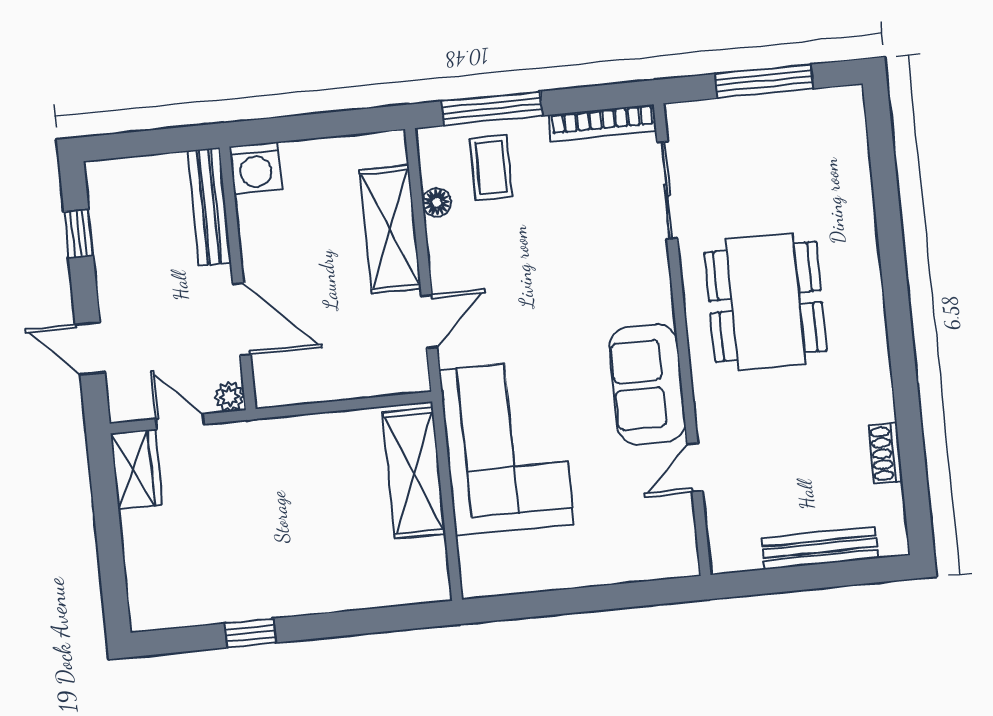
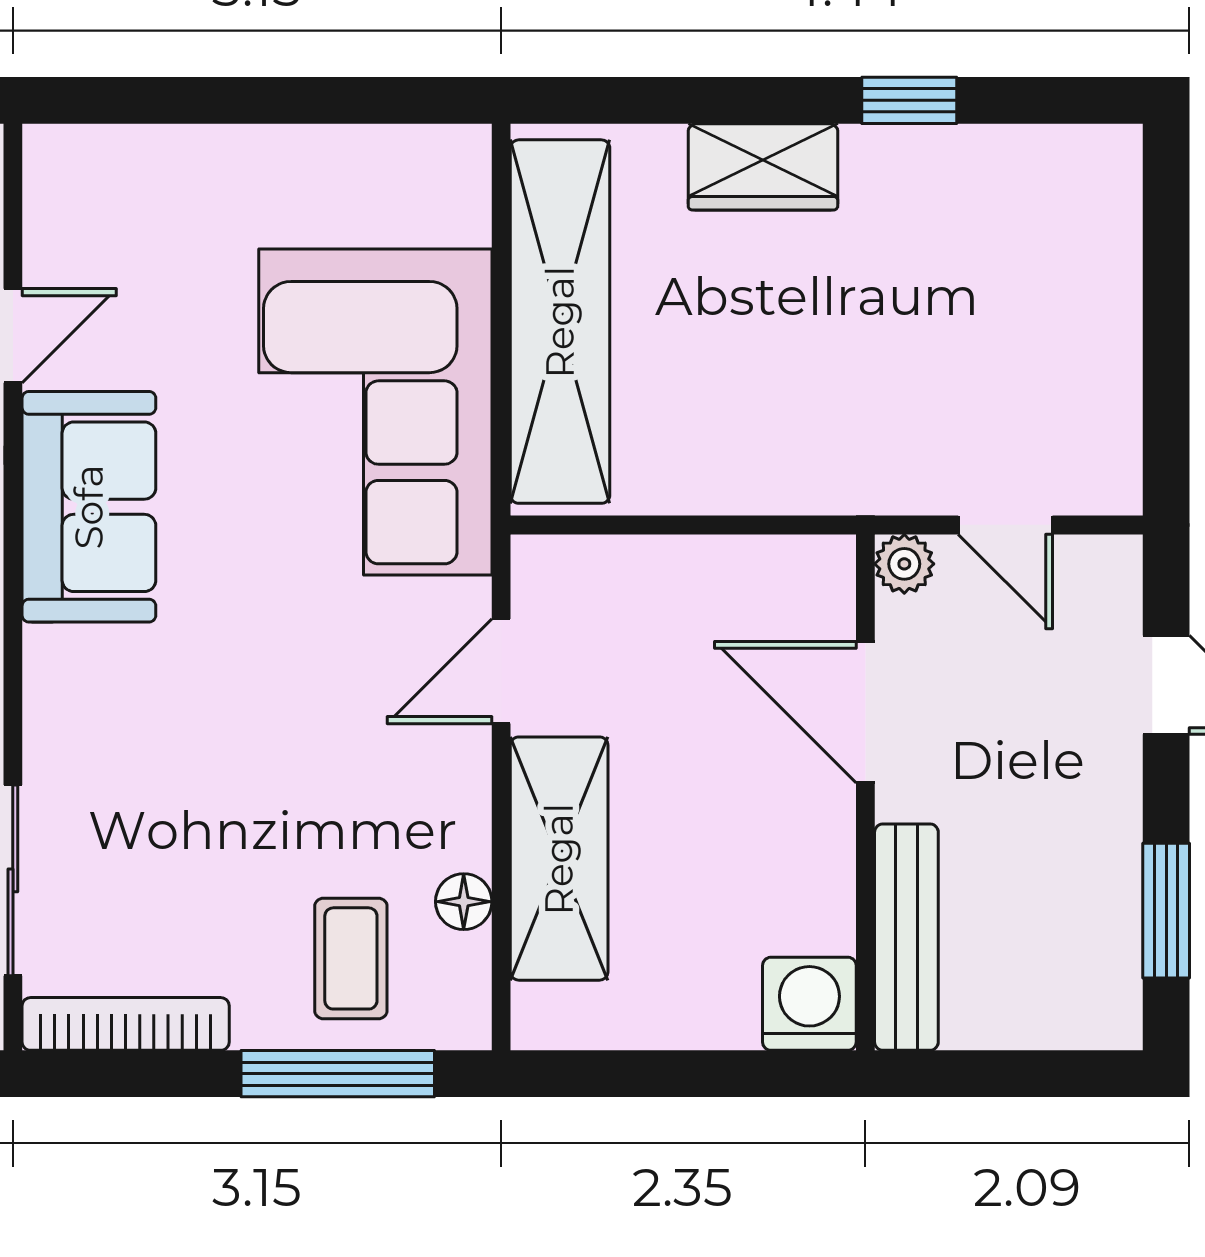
window: (79, 233) -> (1166, 911), width x1.50
wardrobe: (136, 469) -> (763, 167), moved, turned -90
shelving: (414, 473) -> (560, 322), width x1.47

